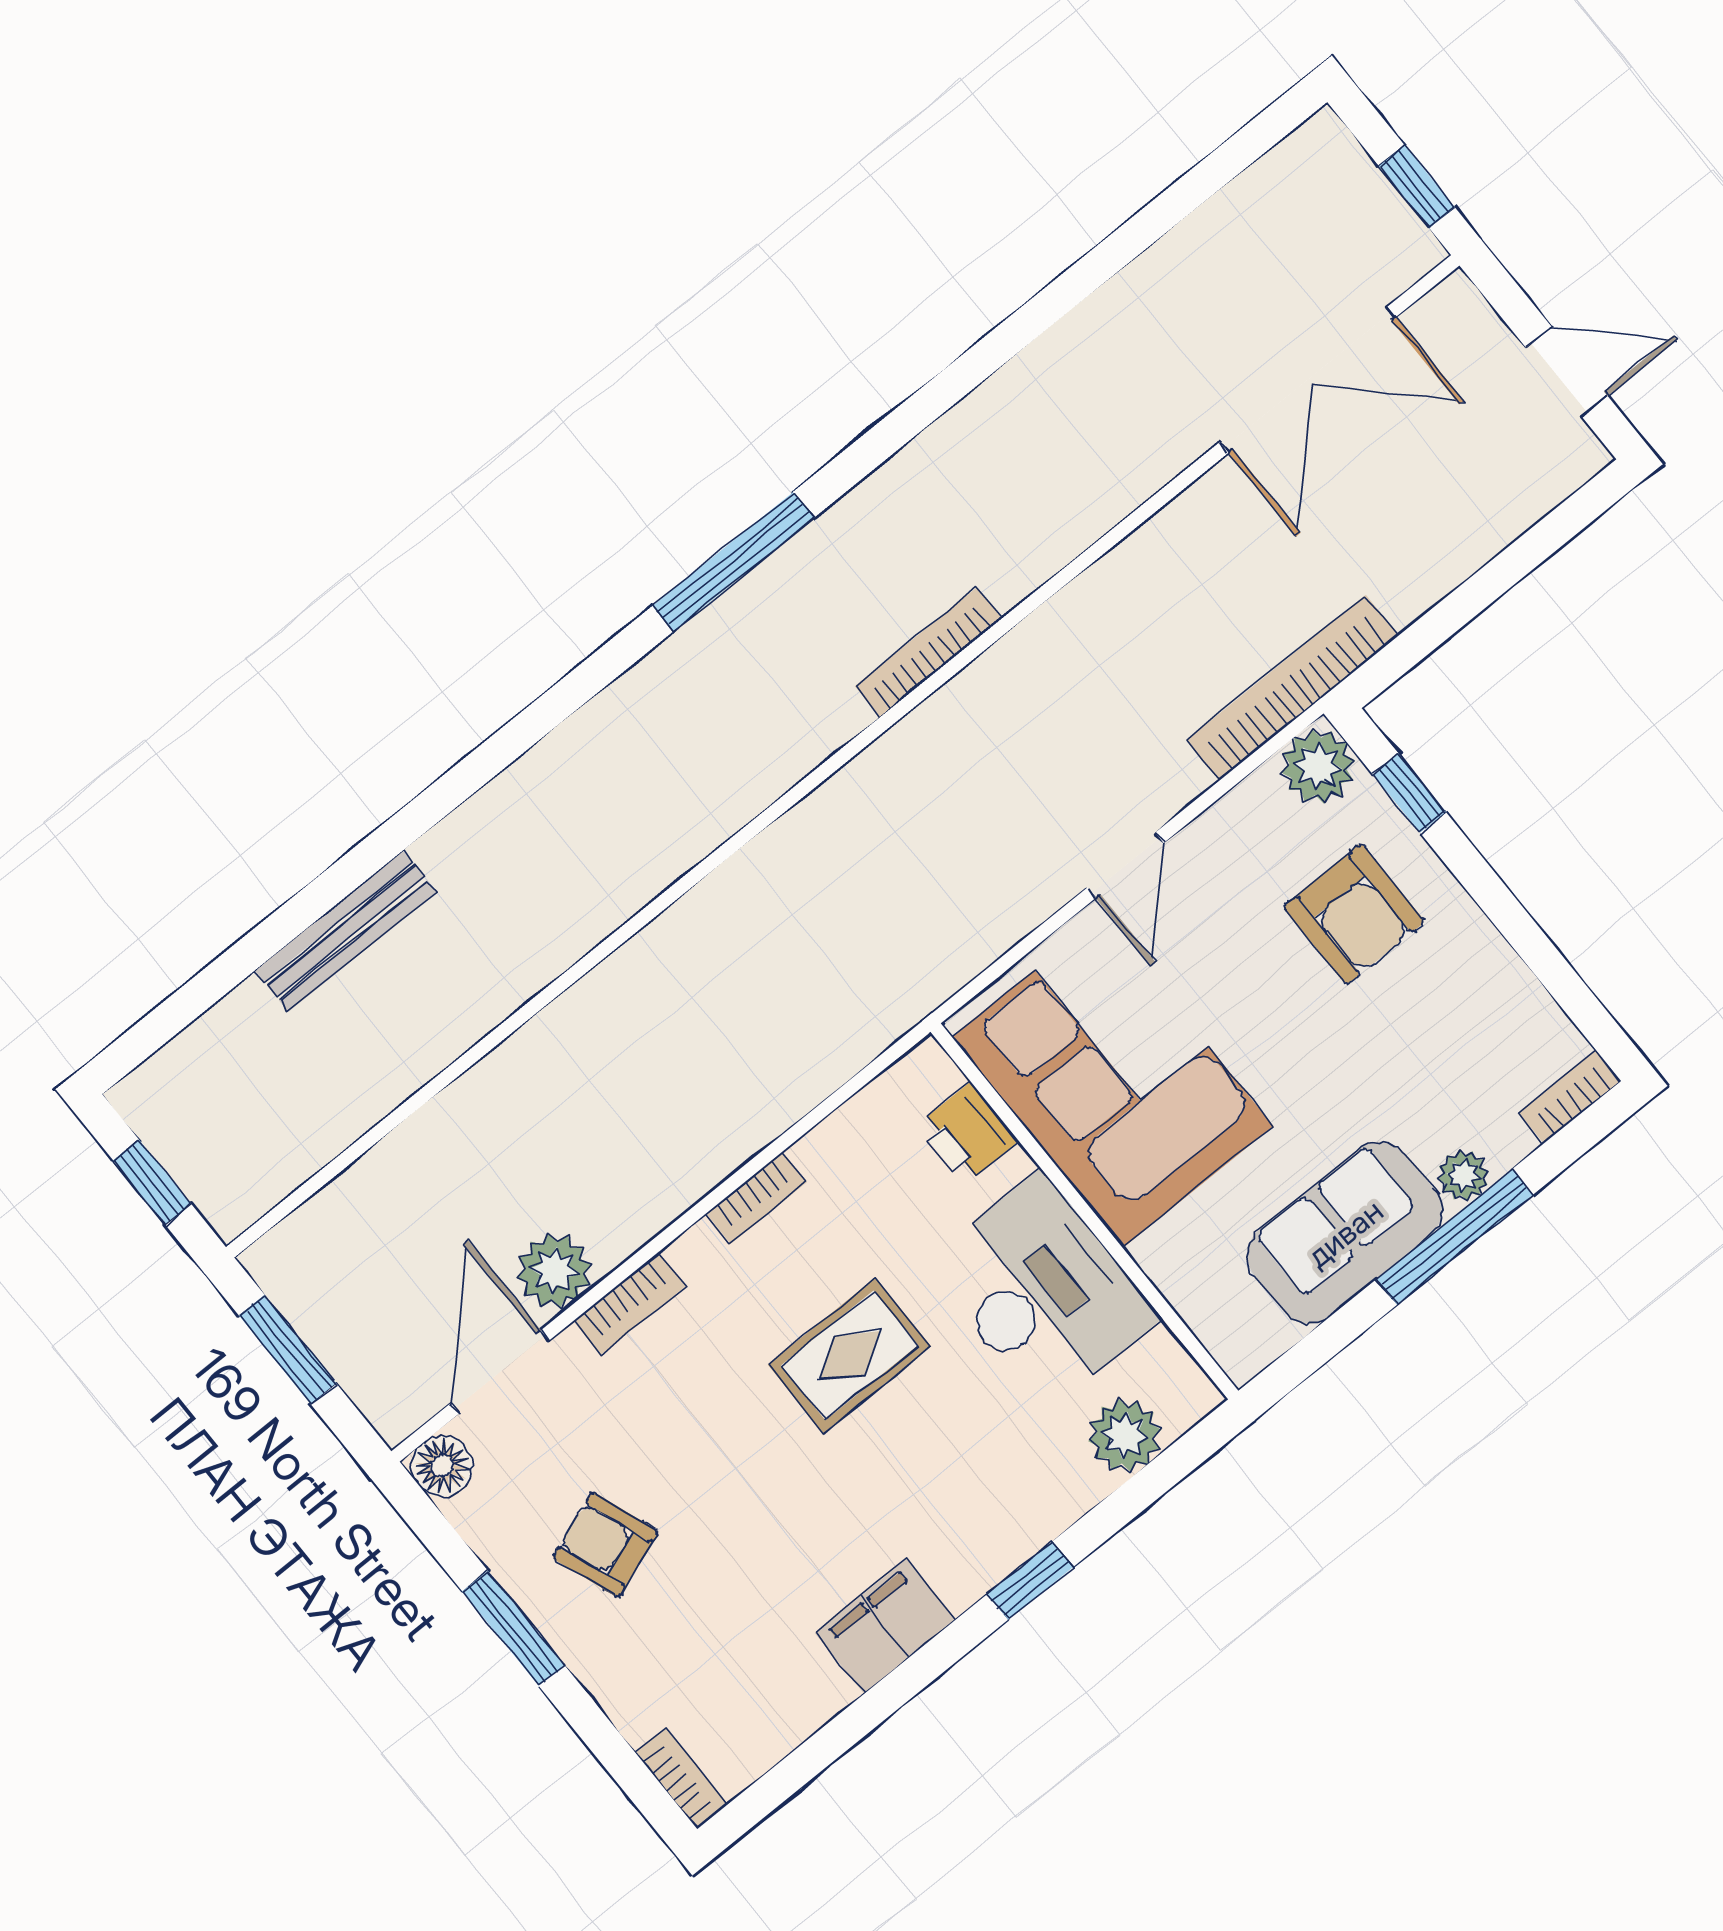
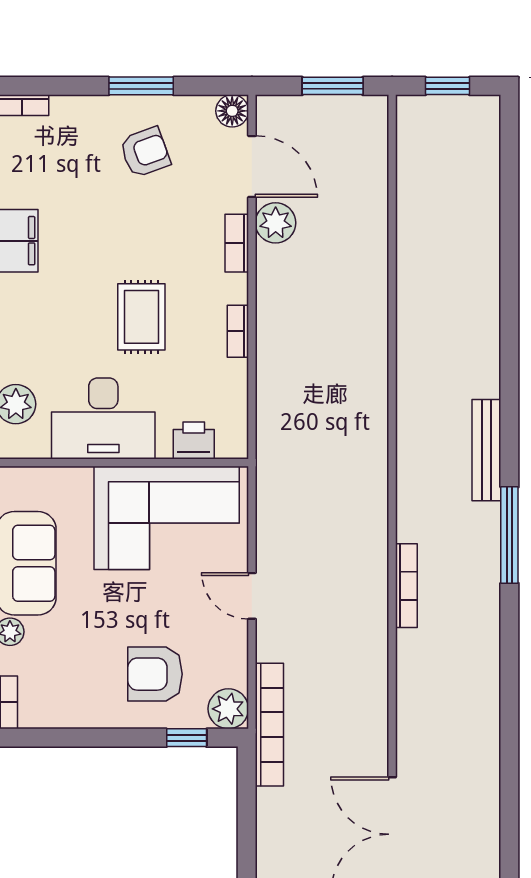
bench: (346, 931) -> (486, 450), moved

